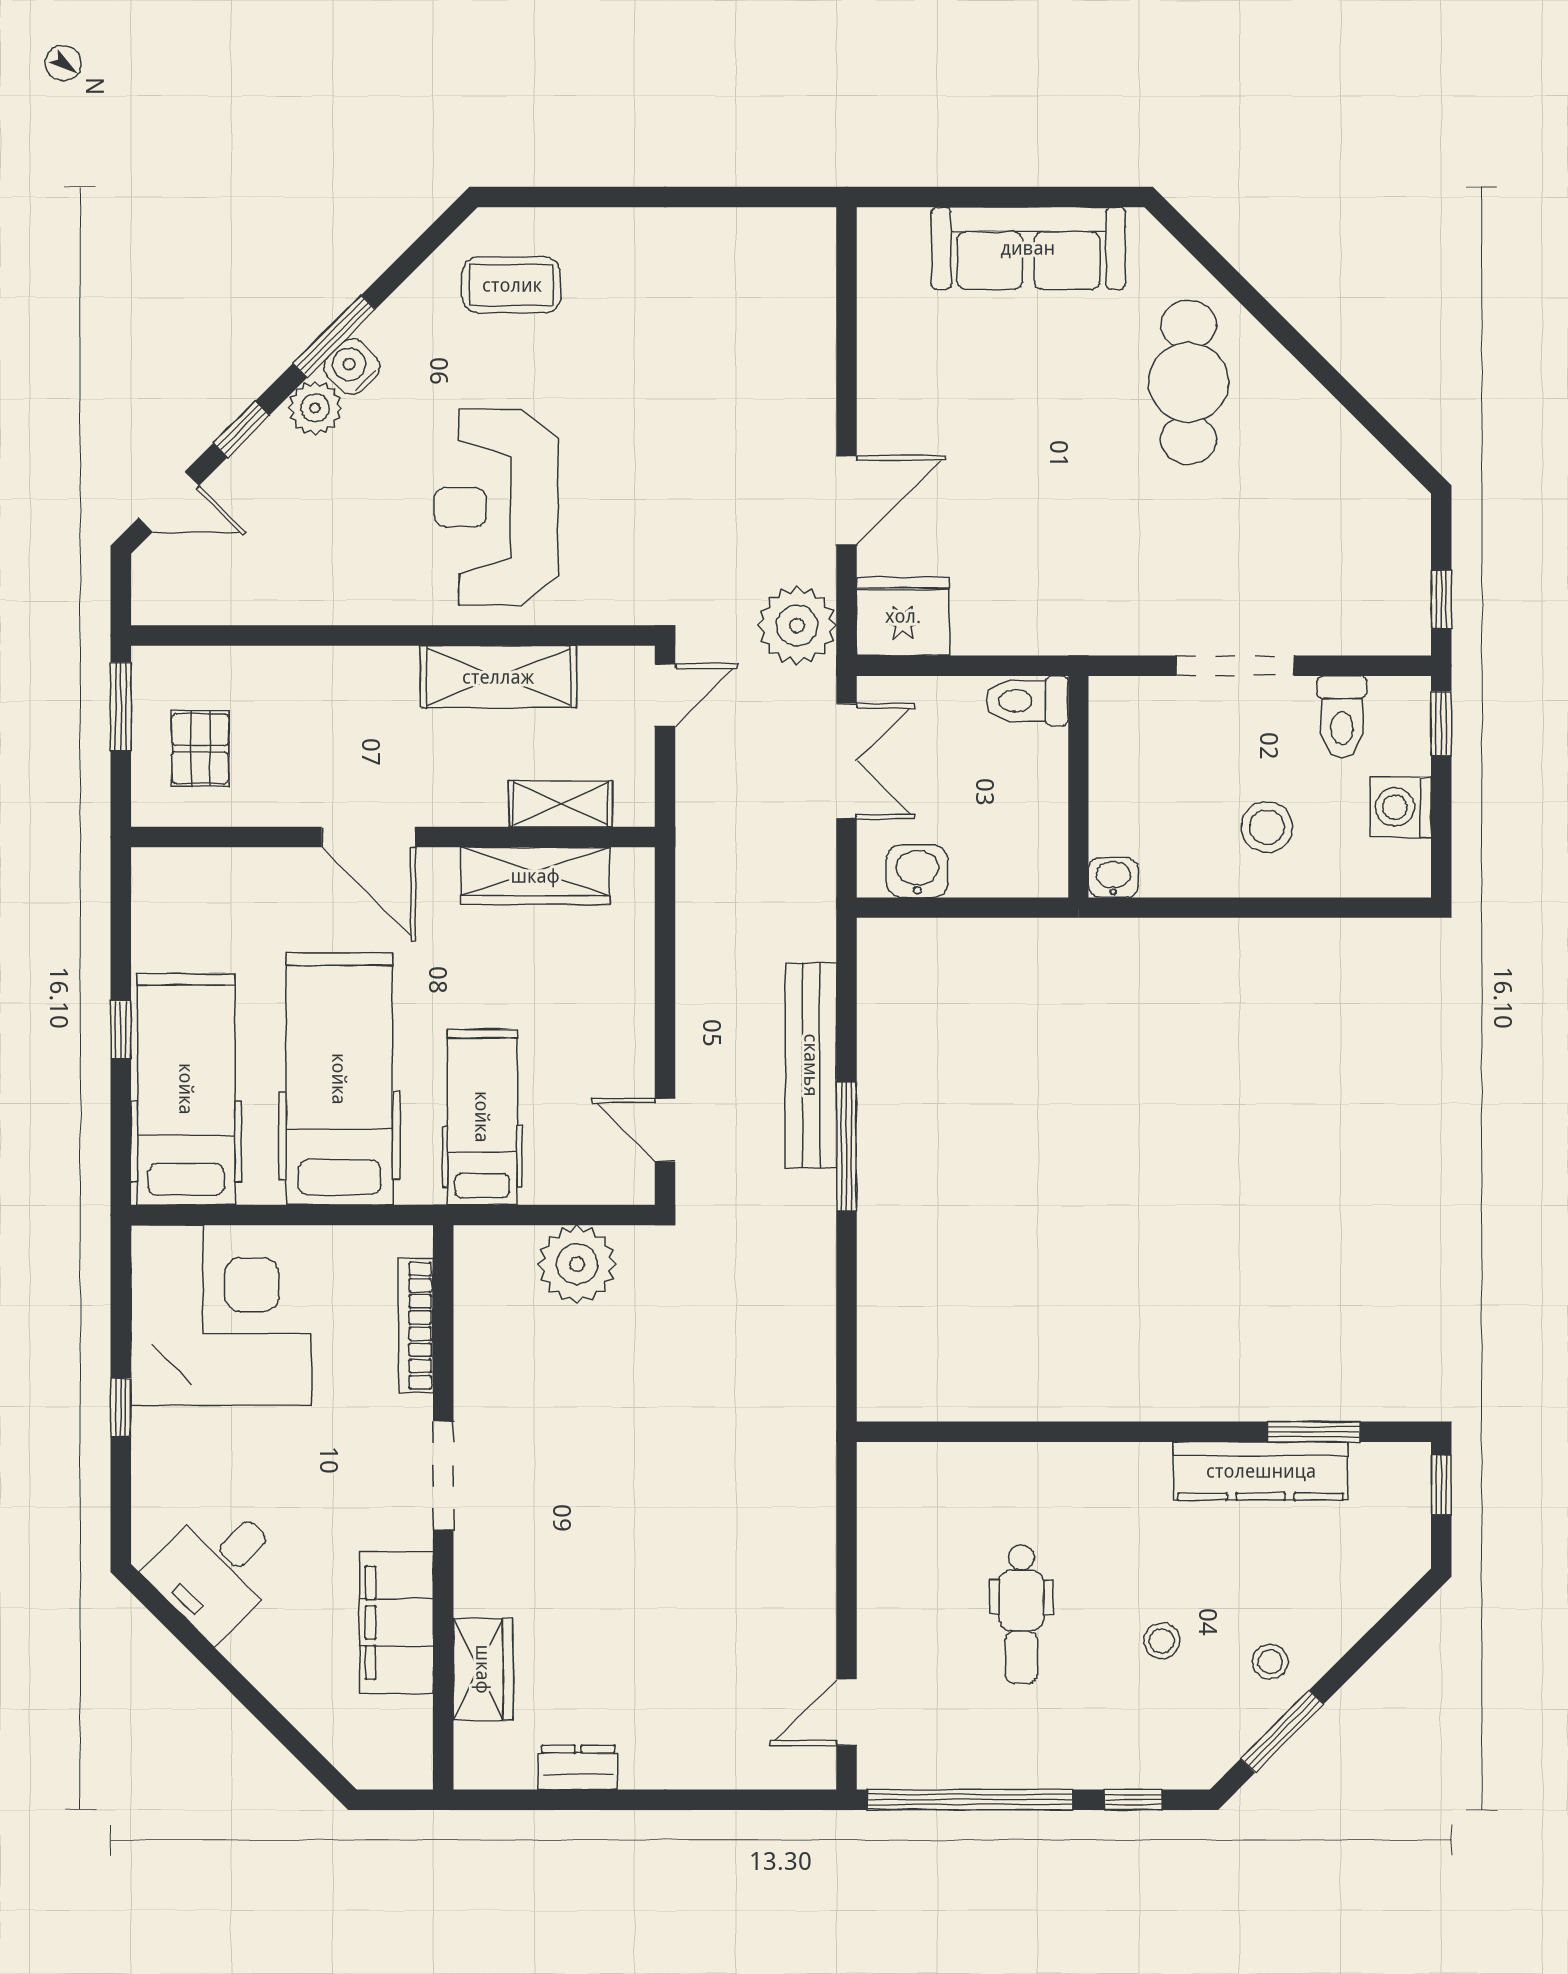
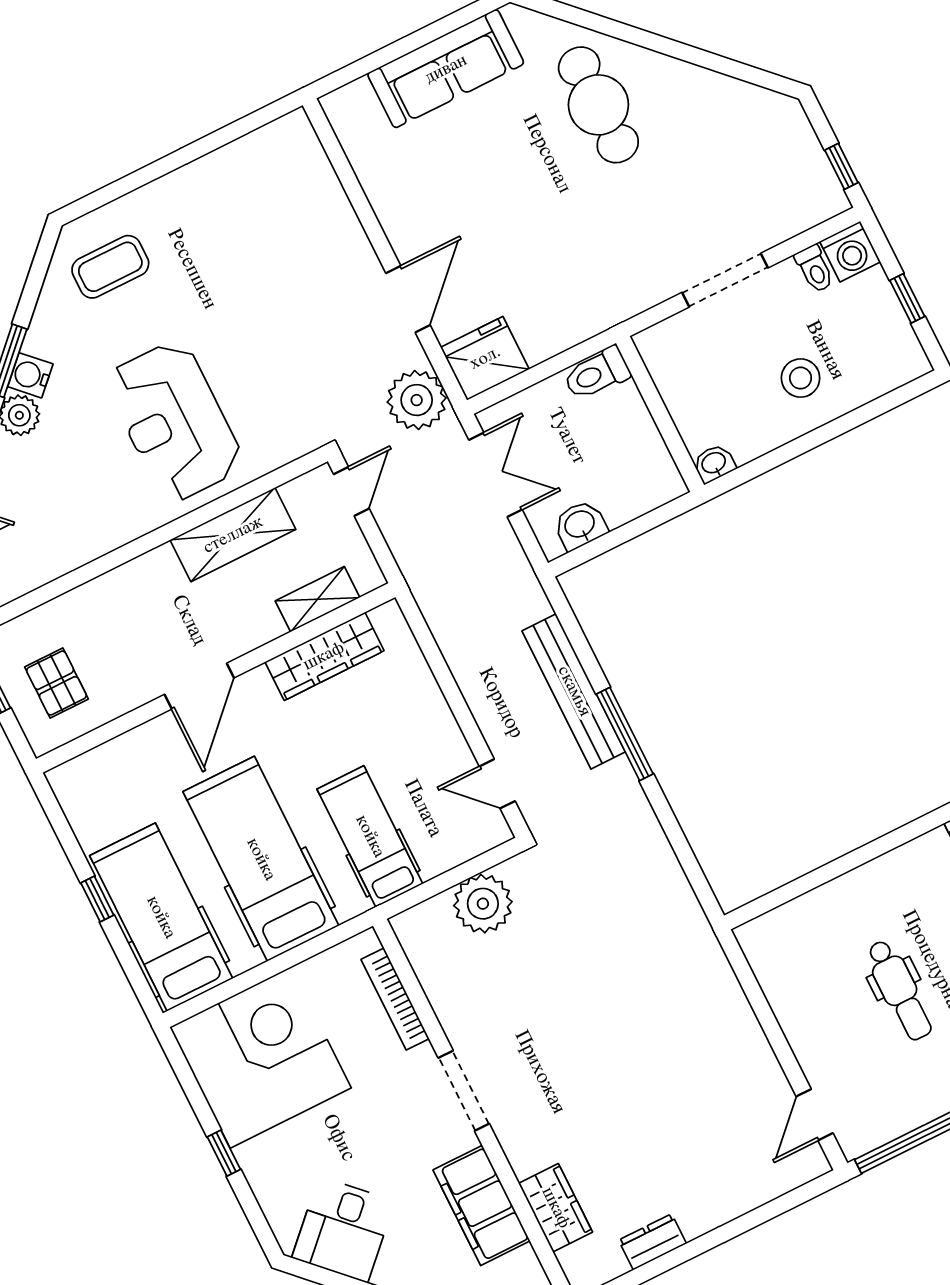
toilet: (1342, 717) -> (815, 269), width x0.73, depth x0.72
window: (1441, 723) -> (907, 298), moved
washing machine: (1401, 807) -> (850, 252), moved, turned -90
door: (368, 837) -> (199, 686), hinge flipped

